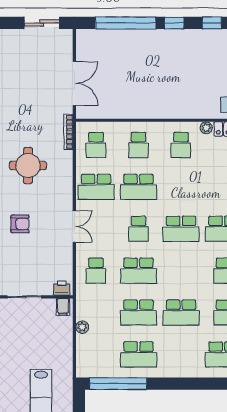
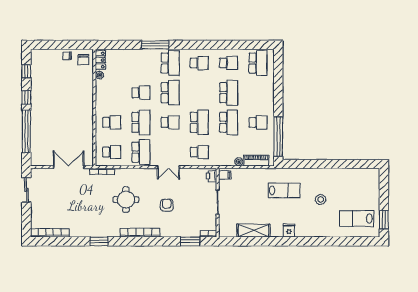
school desk: (181, 145) -> (141, 93), moved
double door: (74, 226) -> (169, 167), swing flipped
piano: (84, 352) -> (256, 161), added
school desk: (138, 354) -> (258, 122), width x0.54

